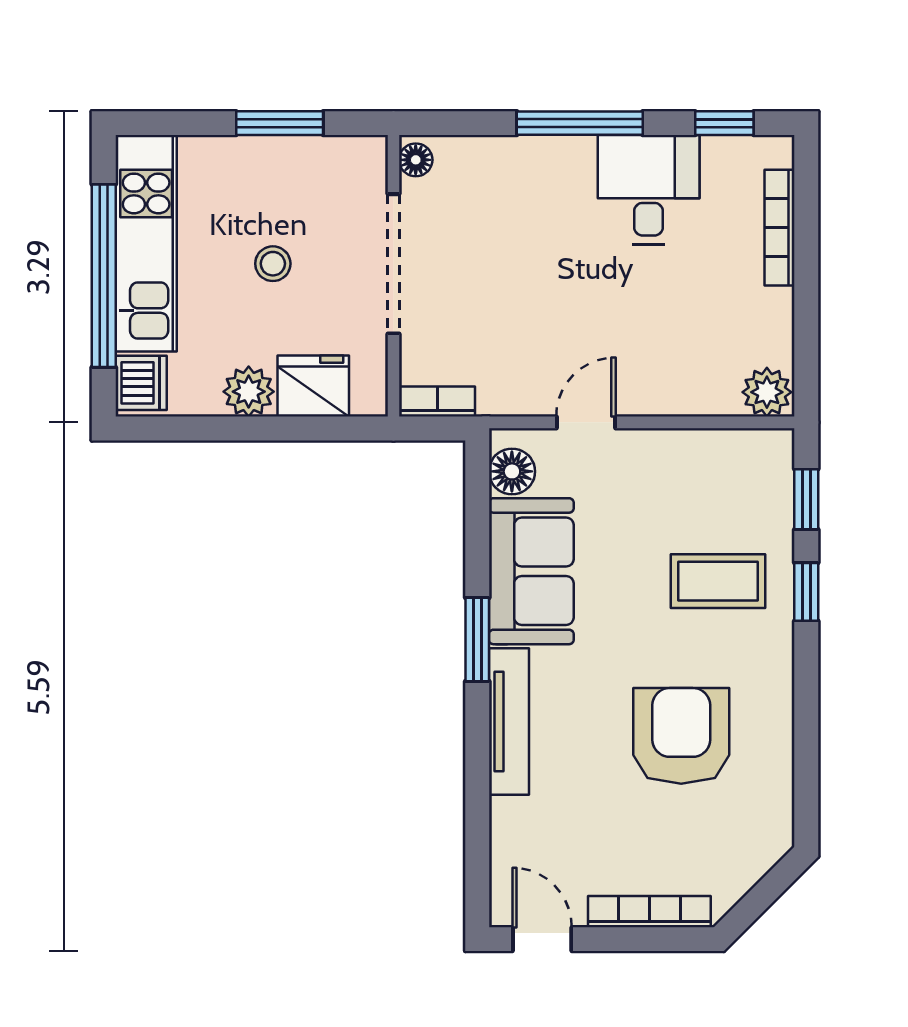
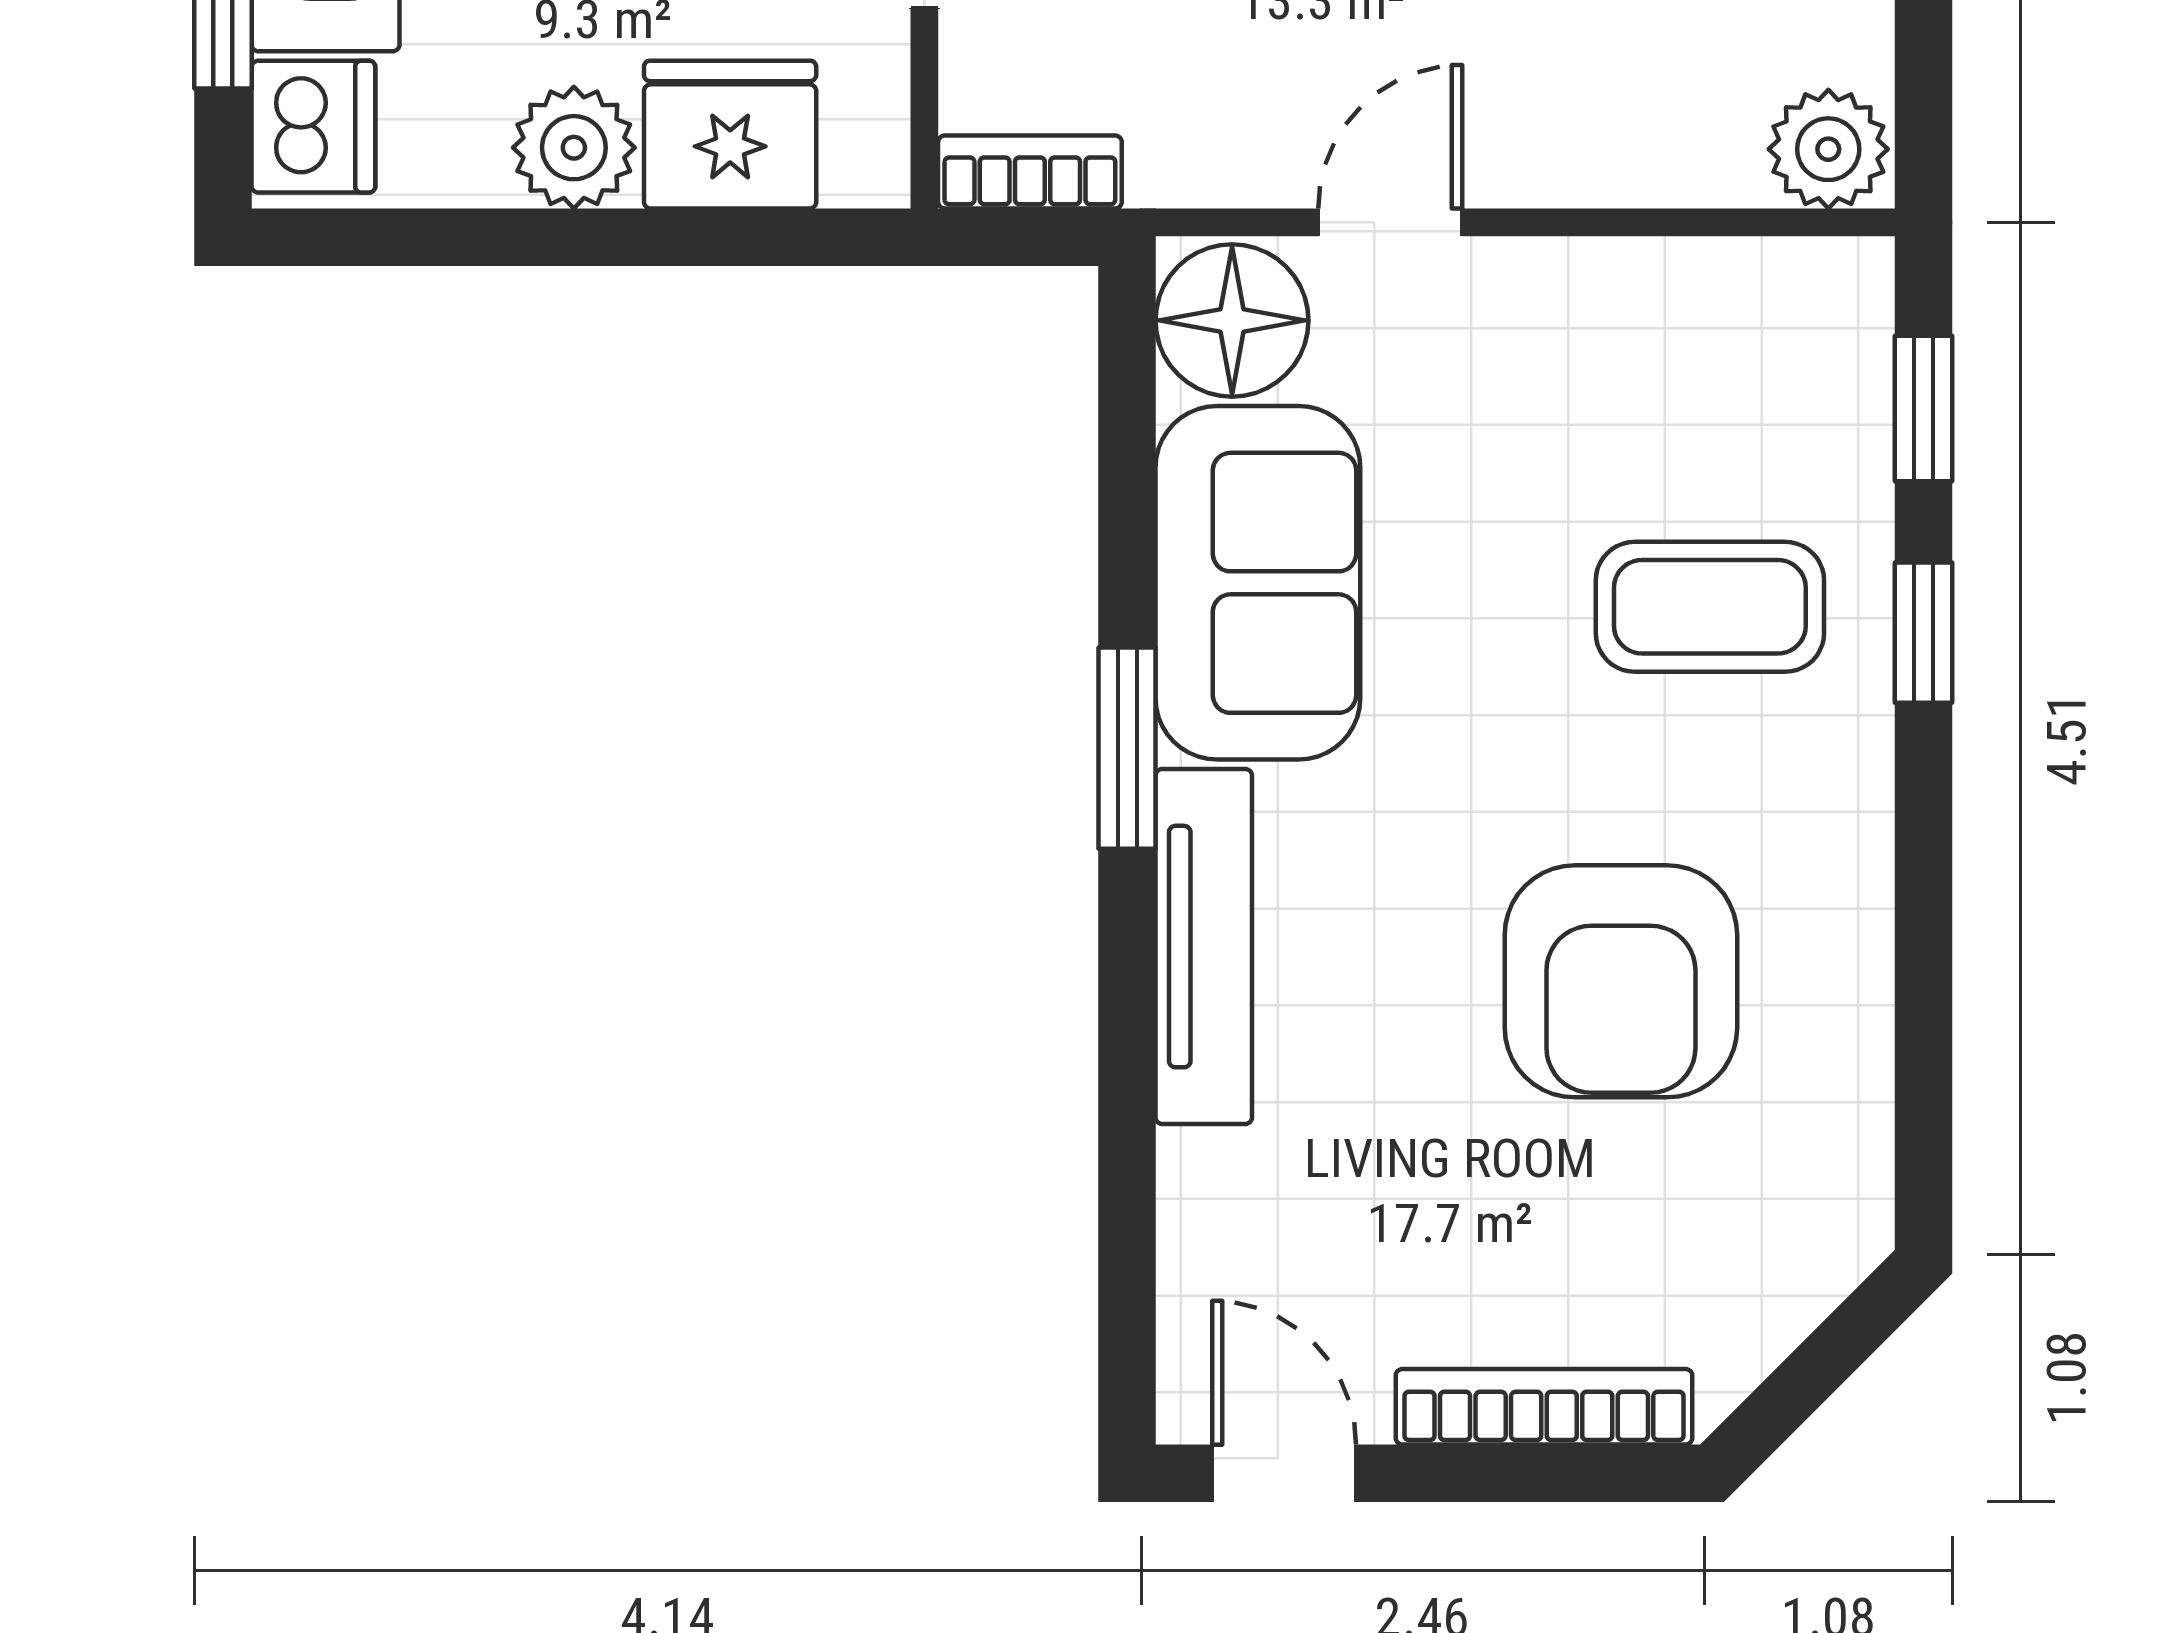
floor lamp: (512, 471) -> (1232, 320), width x1.38, depth x1.38
armchair: (681, 736) -> (1621, 981), turned 180

